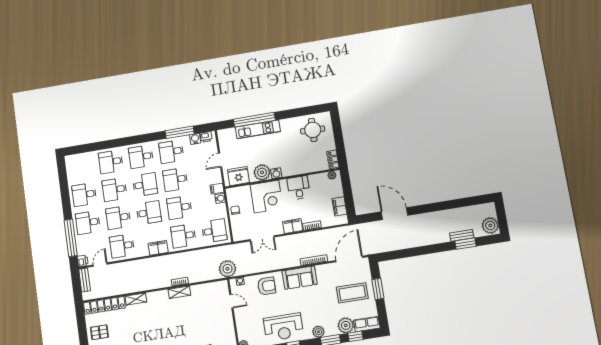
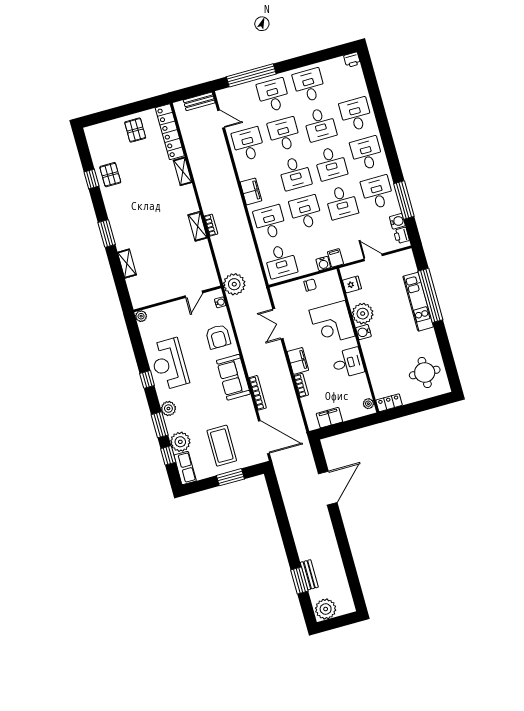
fridge: (238, 176) -> (352, 284), width x0.53, depth x0.75
desk: (175, 179) -> (342, 202), turned 180
desk: (115, 190) -> (320, 124), turned 180
printer: (83, 261) -> (352, 60), moved

